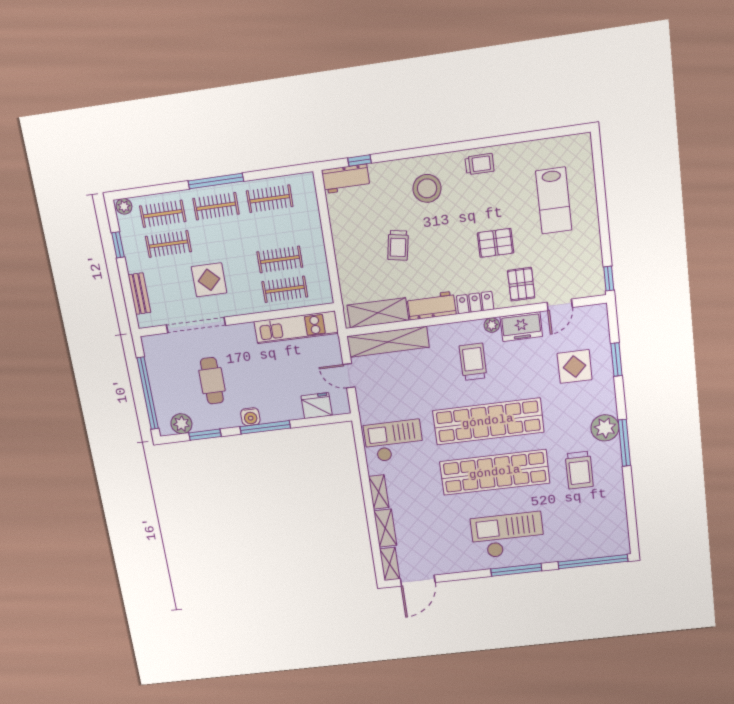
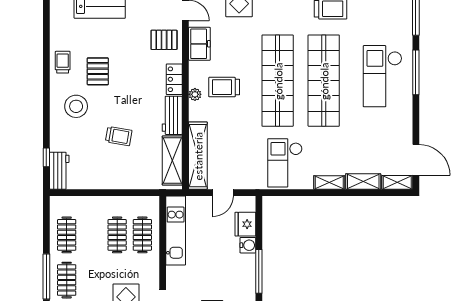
pallet: (495, 243) -> (98, 71), moved
plant: (492, 325) -> (195, 94), moved
water cooler: (250, 417) -> (248, 245), moved

